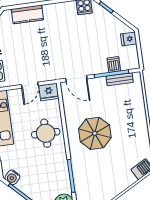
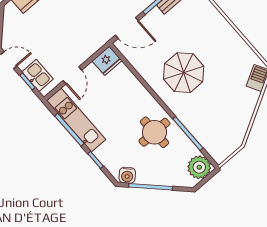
door: (30, 85) -> (72, 75), moved
round table: (46, 133) -> (154, 132), moved

